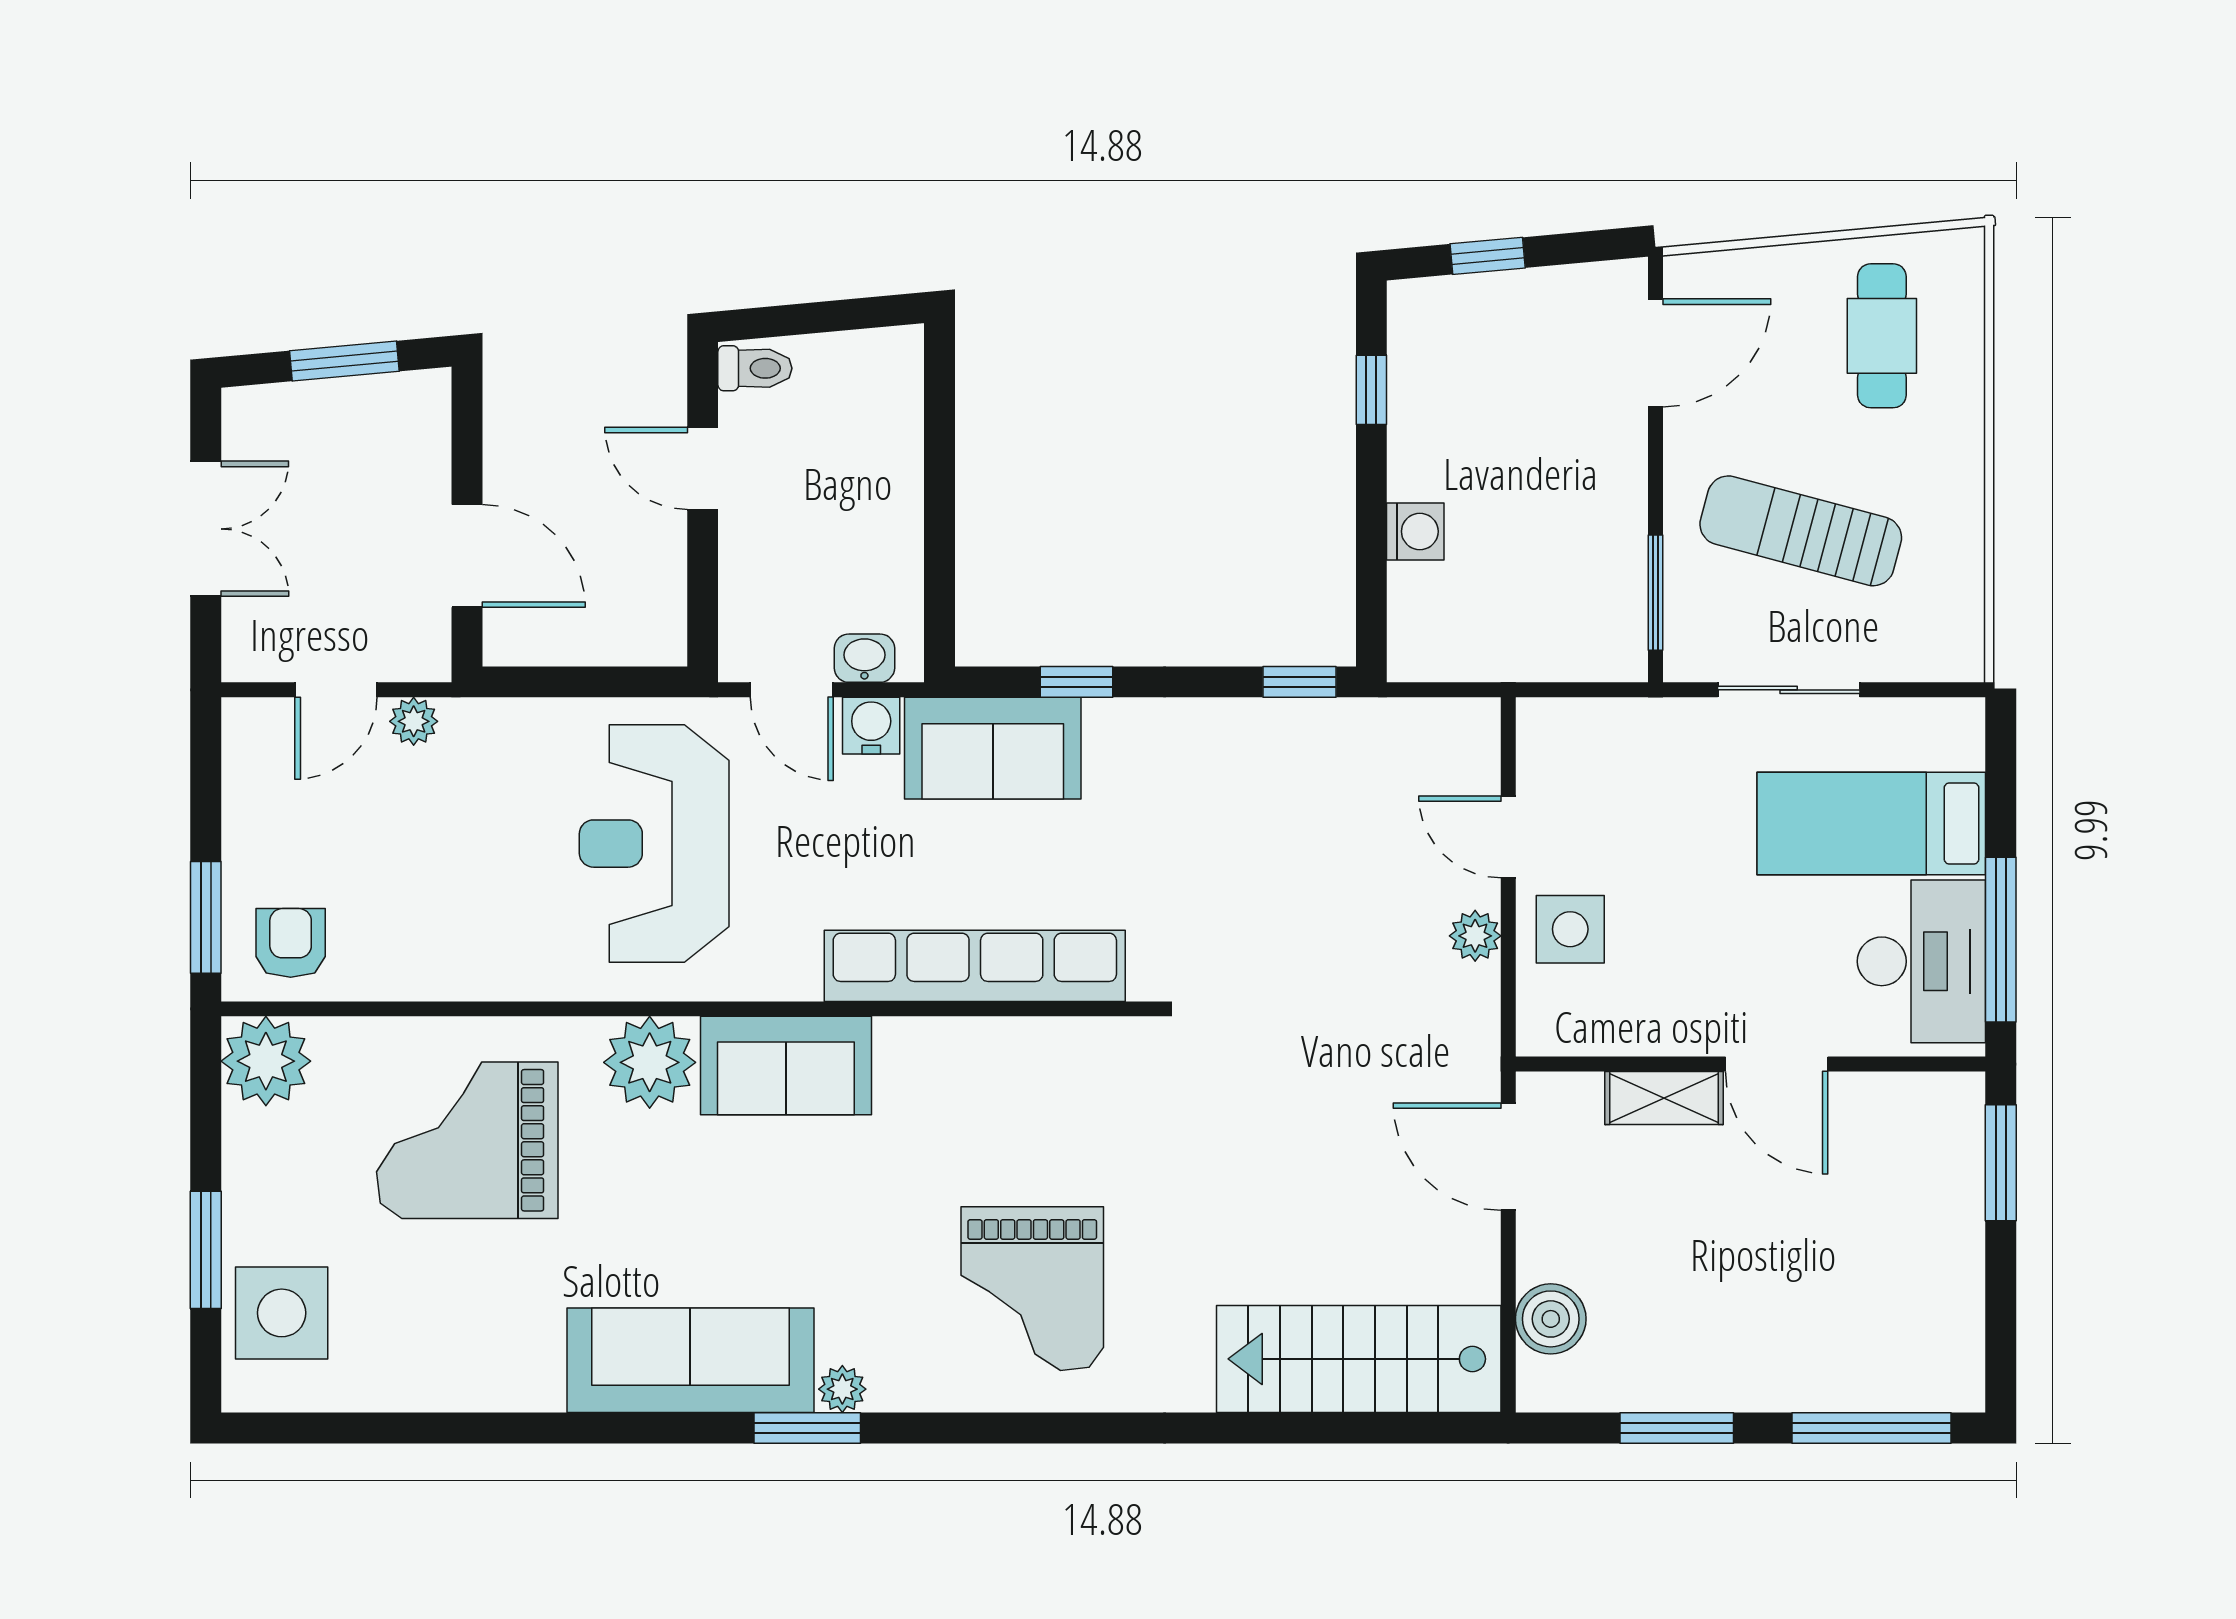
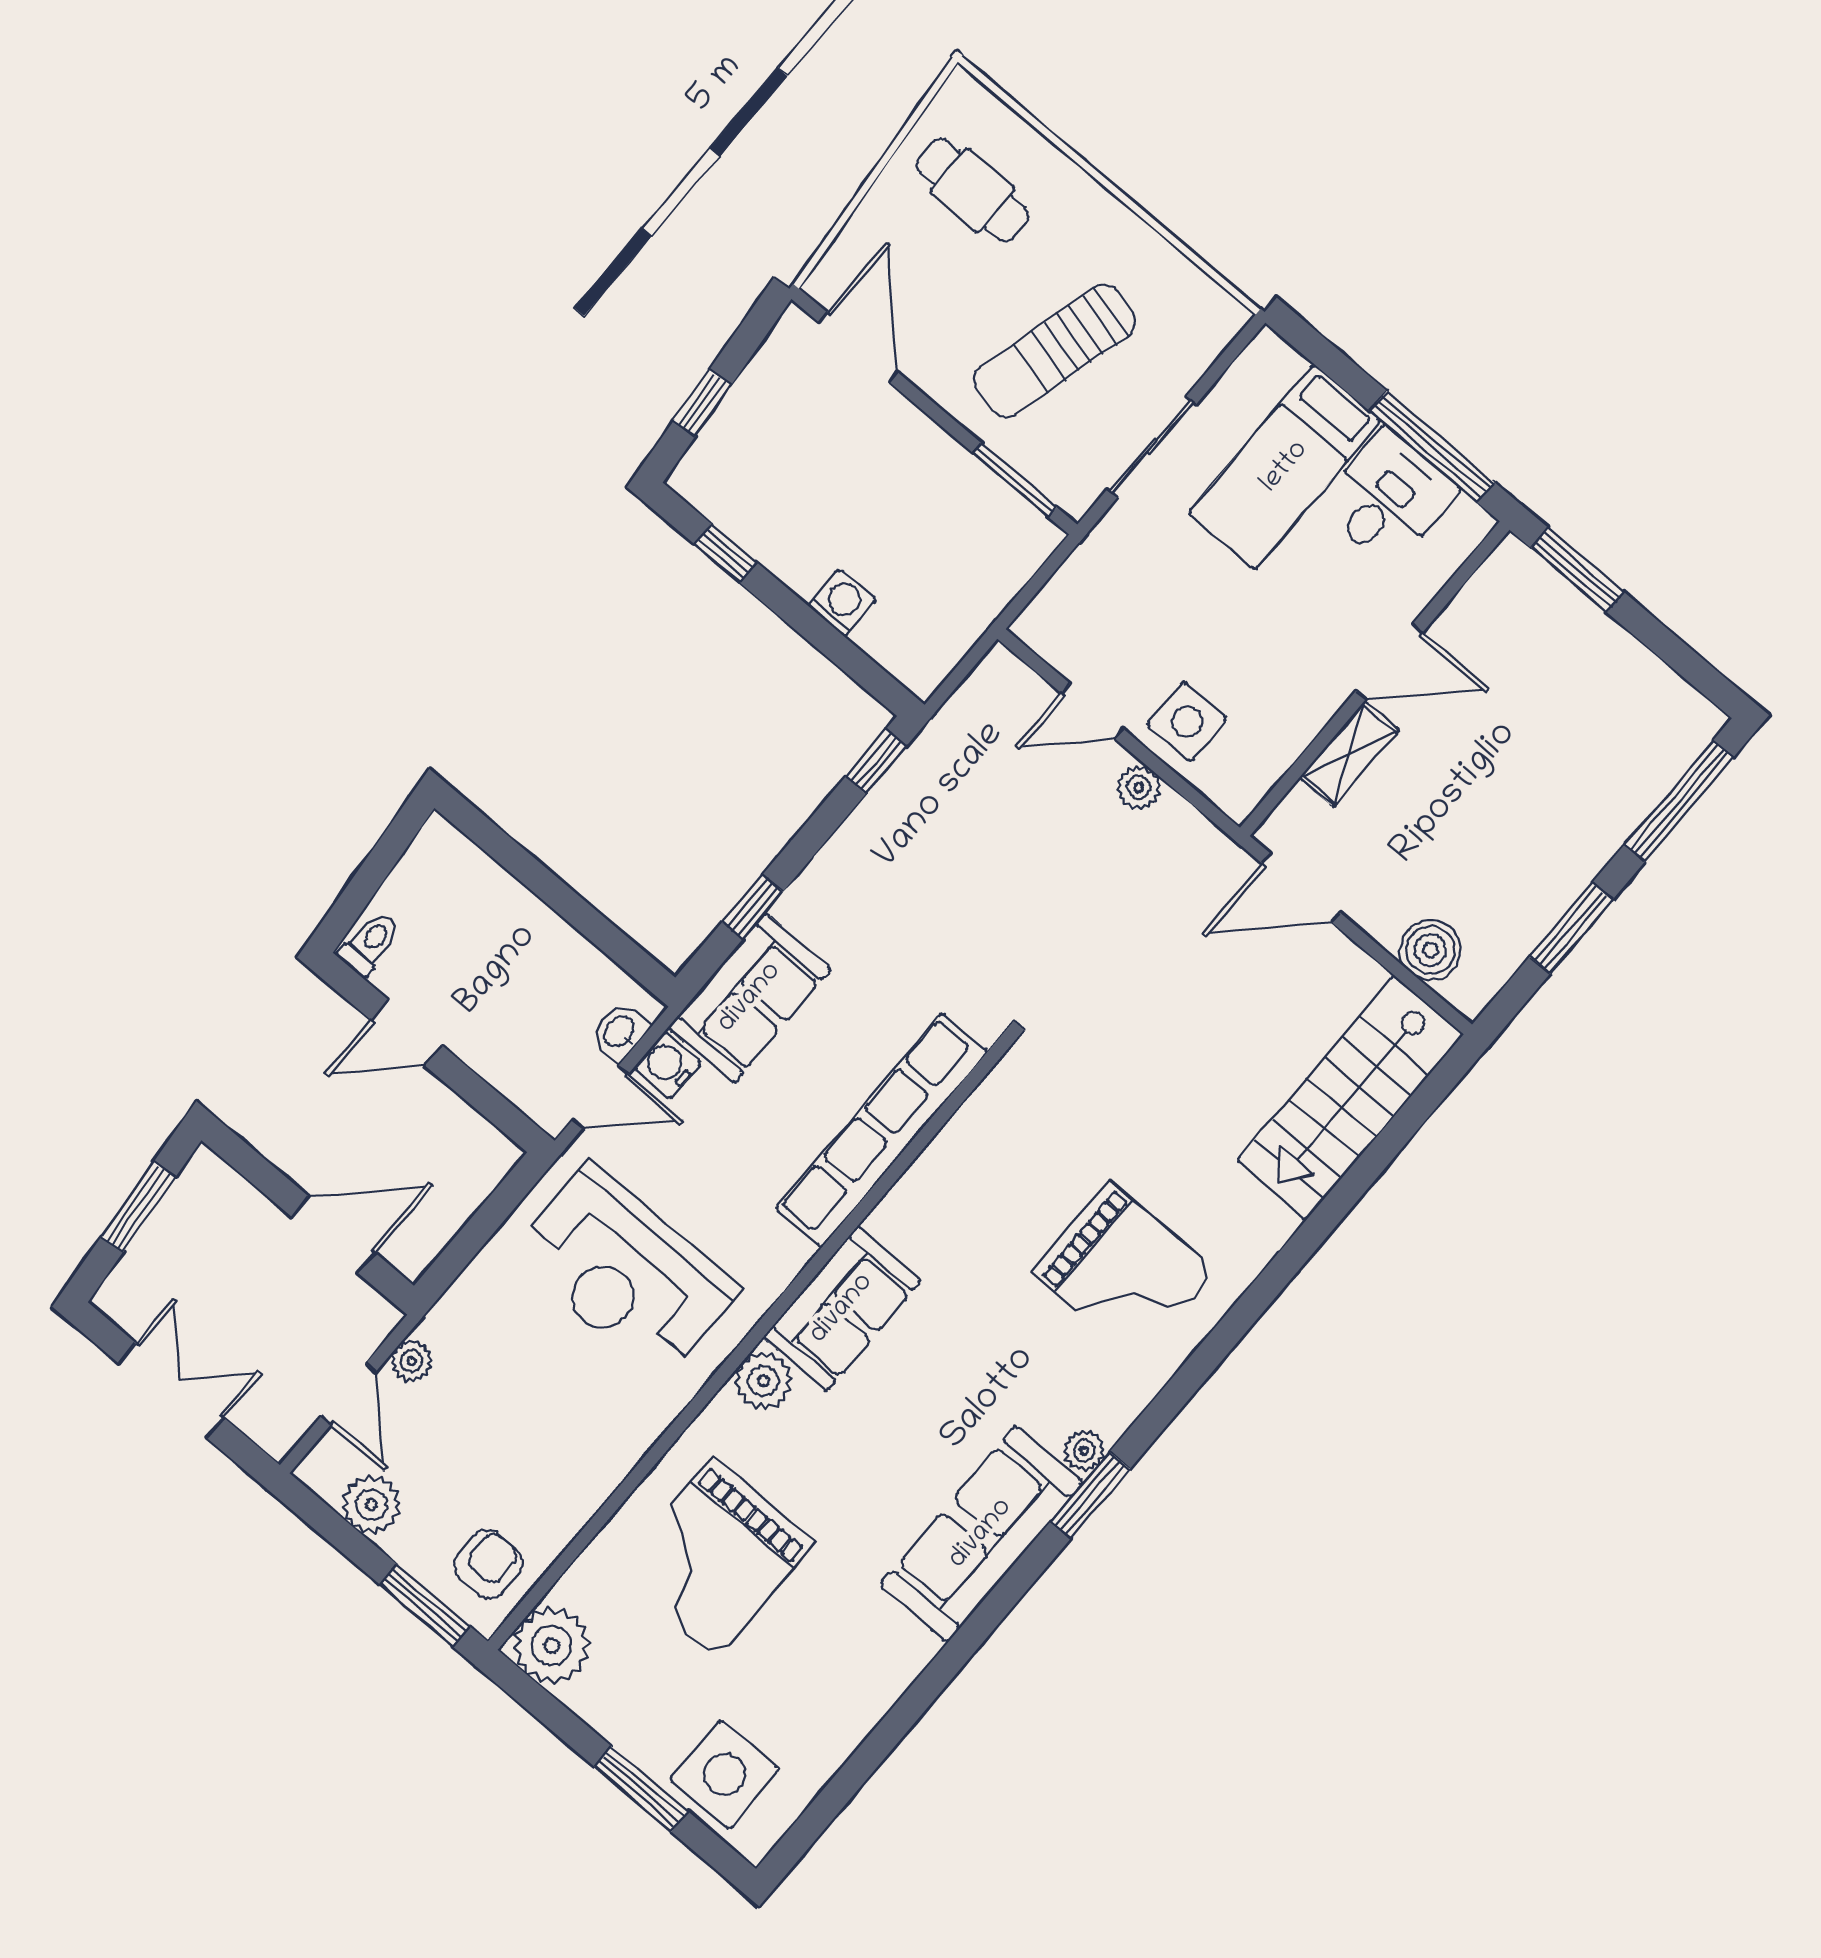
plant: (255, 794) -> (371, 1505), added
armchair: (291, 943) -> (488, 1564), turned 90
desk: (1921, 961) -> (1388, 498), width x0.73
plant: (650, 1062) -> (763, 1381), width x0.73, depth x0.73

